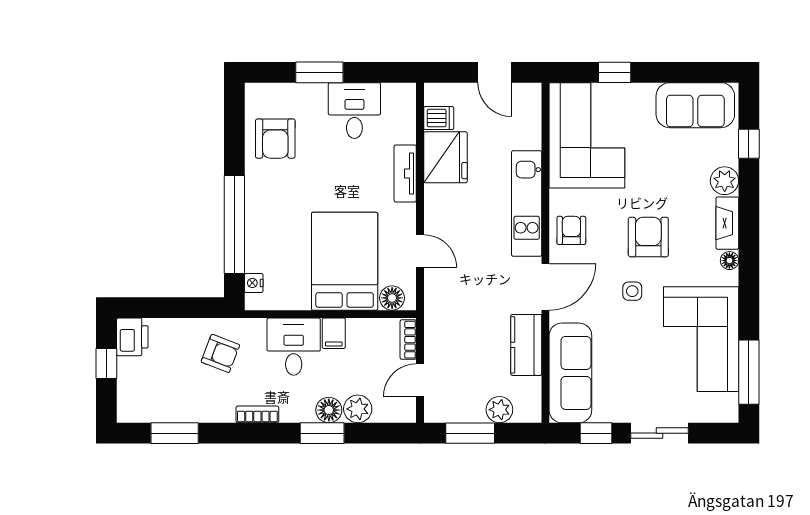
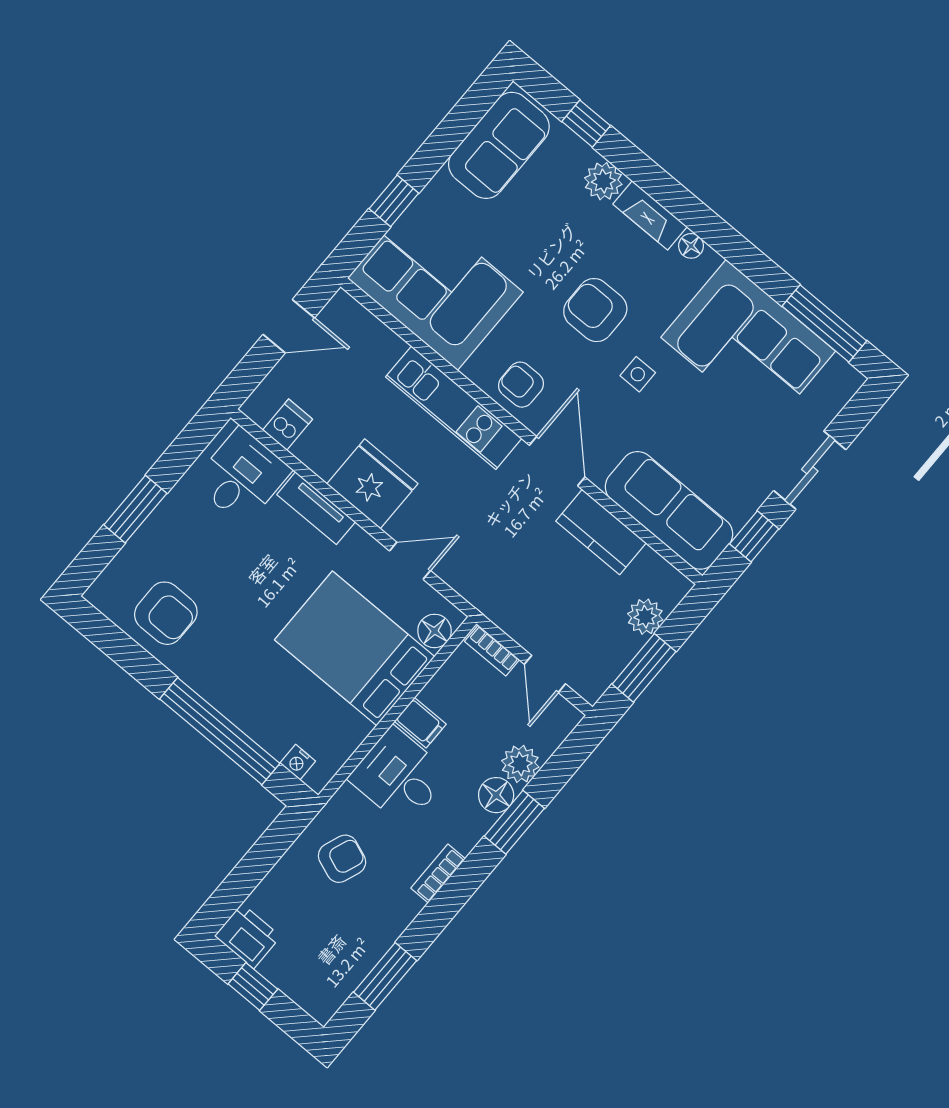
desk: (354, 111) -> (242, 476), moved, turned 90
fridge: (445, 157) -> (372, 484), moved

